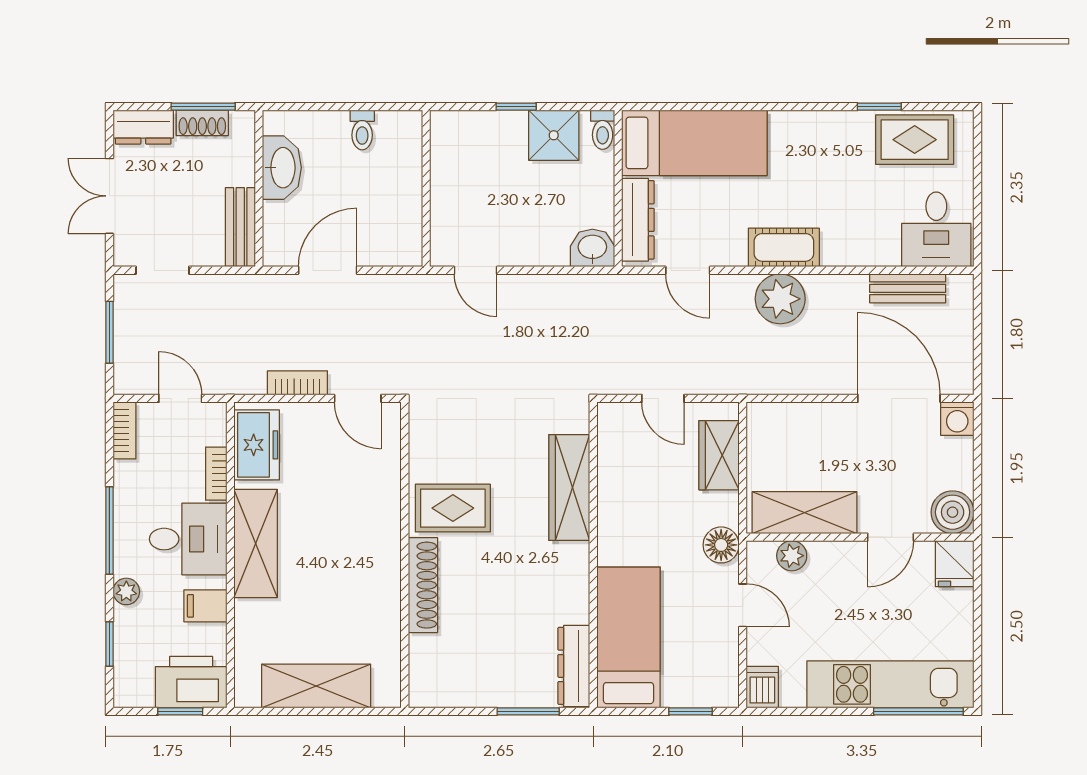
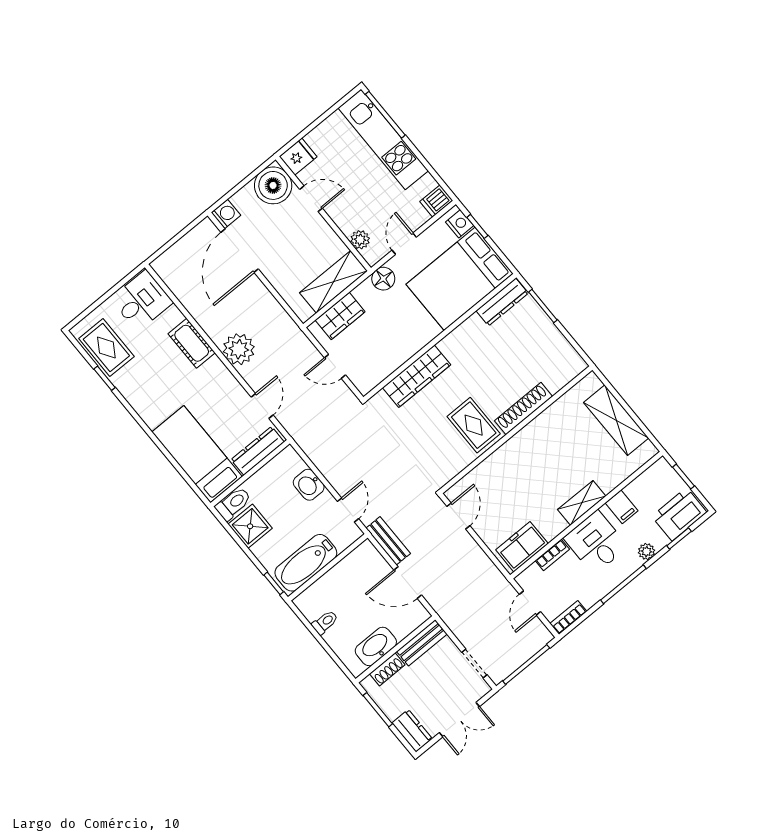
window: (516, 107) -> (274, 583), moved
shoe rack: (202, 123) -> (387, 669), moved, turned 90
toilet: (603, 130) -> (233, 504), width x1.37, depth x1.39
bathtub: (453, 166) -> (306, 563), added
cot: (784, 247) -> (192, 343), moved
washbasin: (592, 248) -> (309, 485), moved
bench: (908, 288) -> (388, 541), moved
window: (109, 332) -> (526, 664), width x1.44
bookcase: (297, 383) -> (475, 552), removed
door: (663, 398) -> (335, 366), swing flipped
boiler: (953, 512) -> (273, 185), width x1.37, depth x1.37
shelving: (805, 513) -> (333, 282), moved, turned 90
shelving: (256, 543) -> (582, 503), width x0.67, depth x0.75
bed: (629, 637) -> (460, 279), width x1.50
printer: (191, 682) -> (679, 514), moved, turned 90
nightstand: (711, 693) -> (460, 224), added

